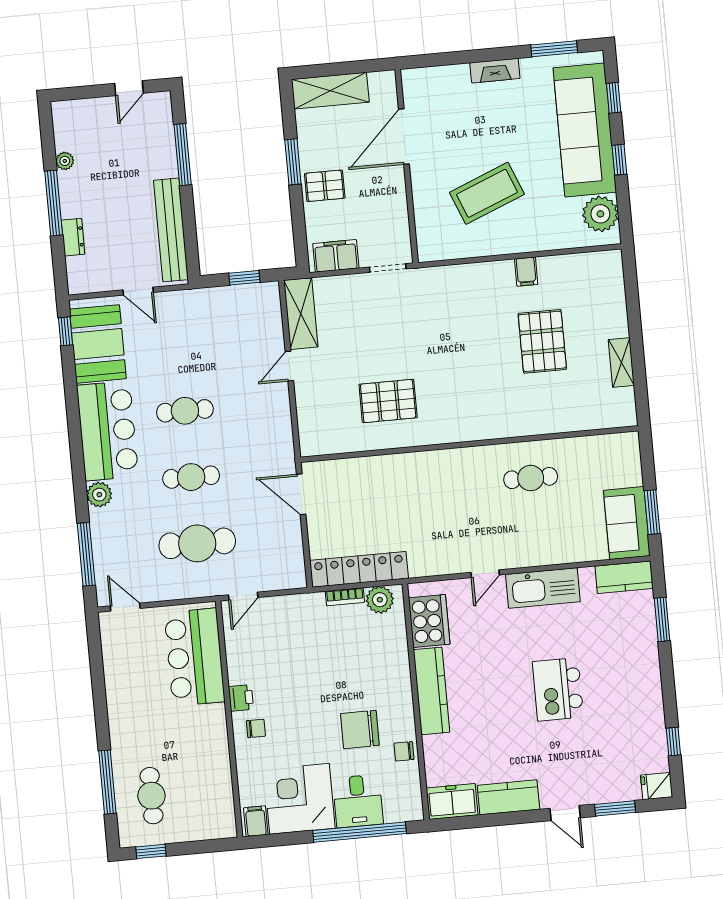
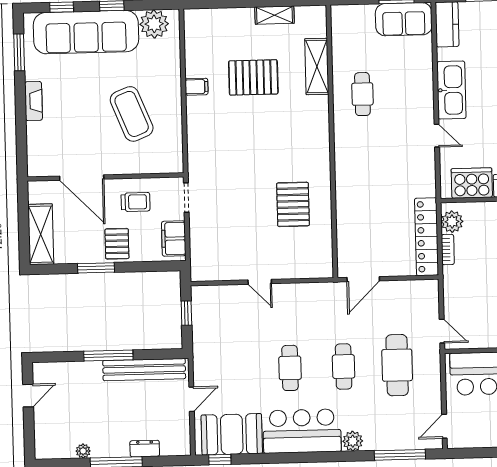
door: (129, 88) -> (28, 396), hinge flipped
window: (183, 155) -> (108, 355), moved
trolley: (378, 205) -> (136, 202), added
shelving: (301, 314) -> (317, 66), moved, turned 90

